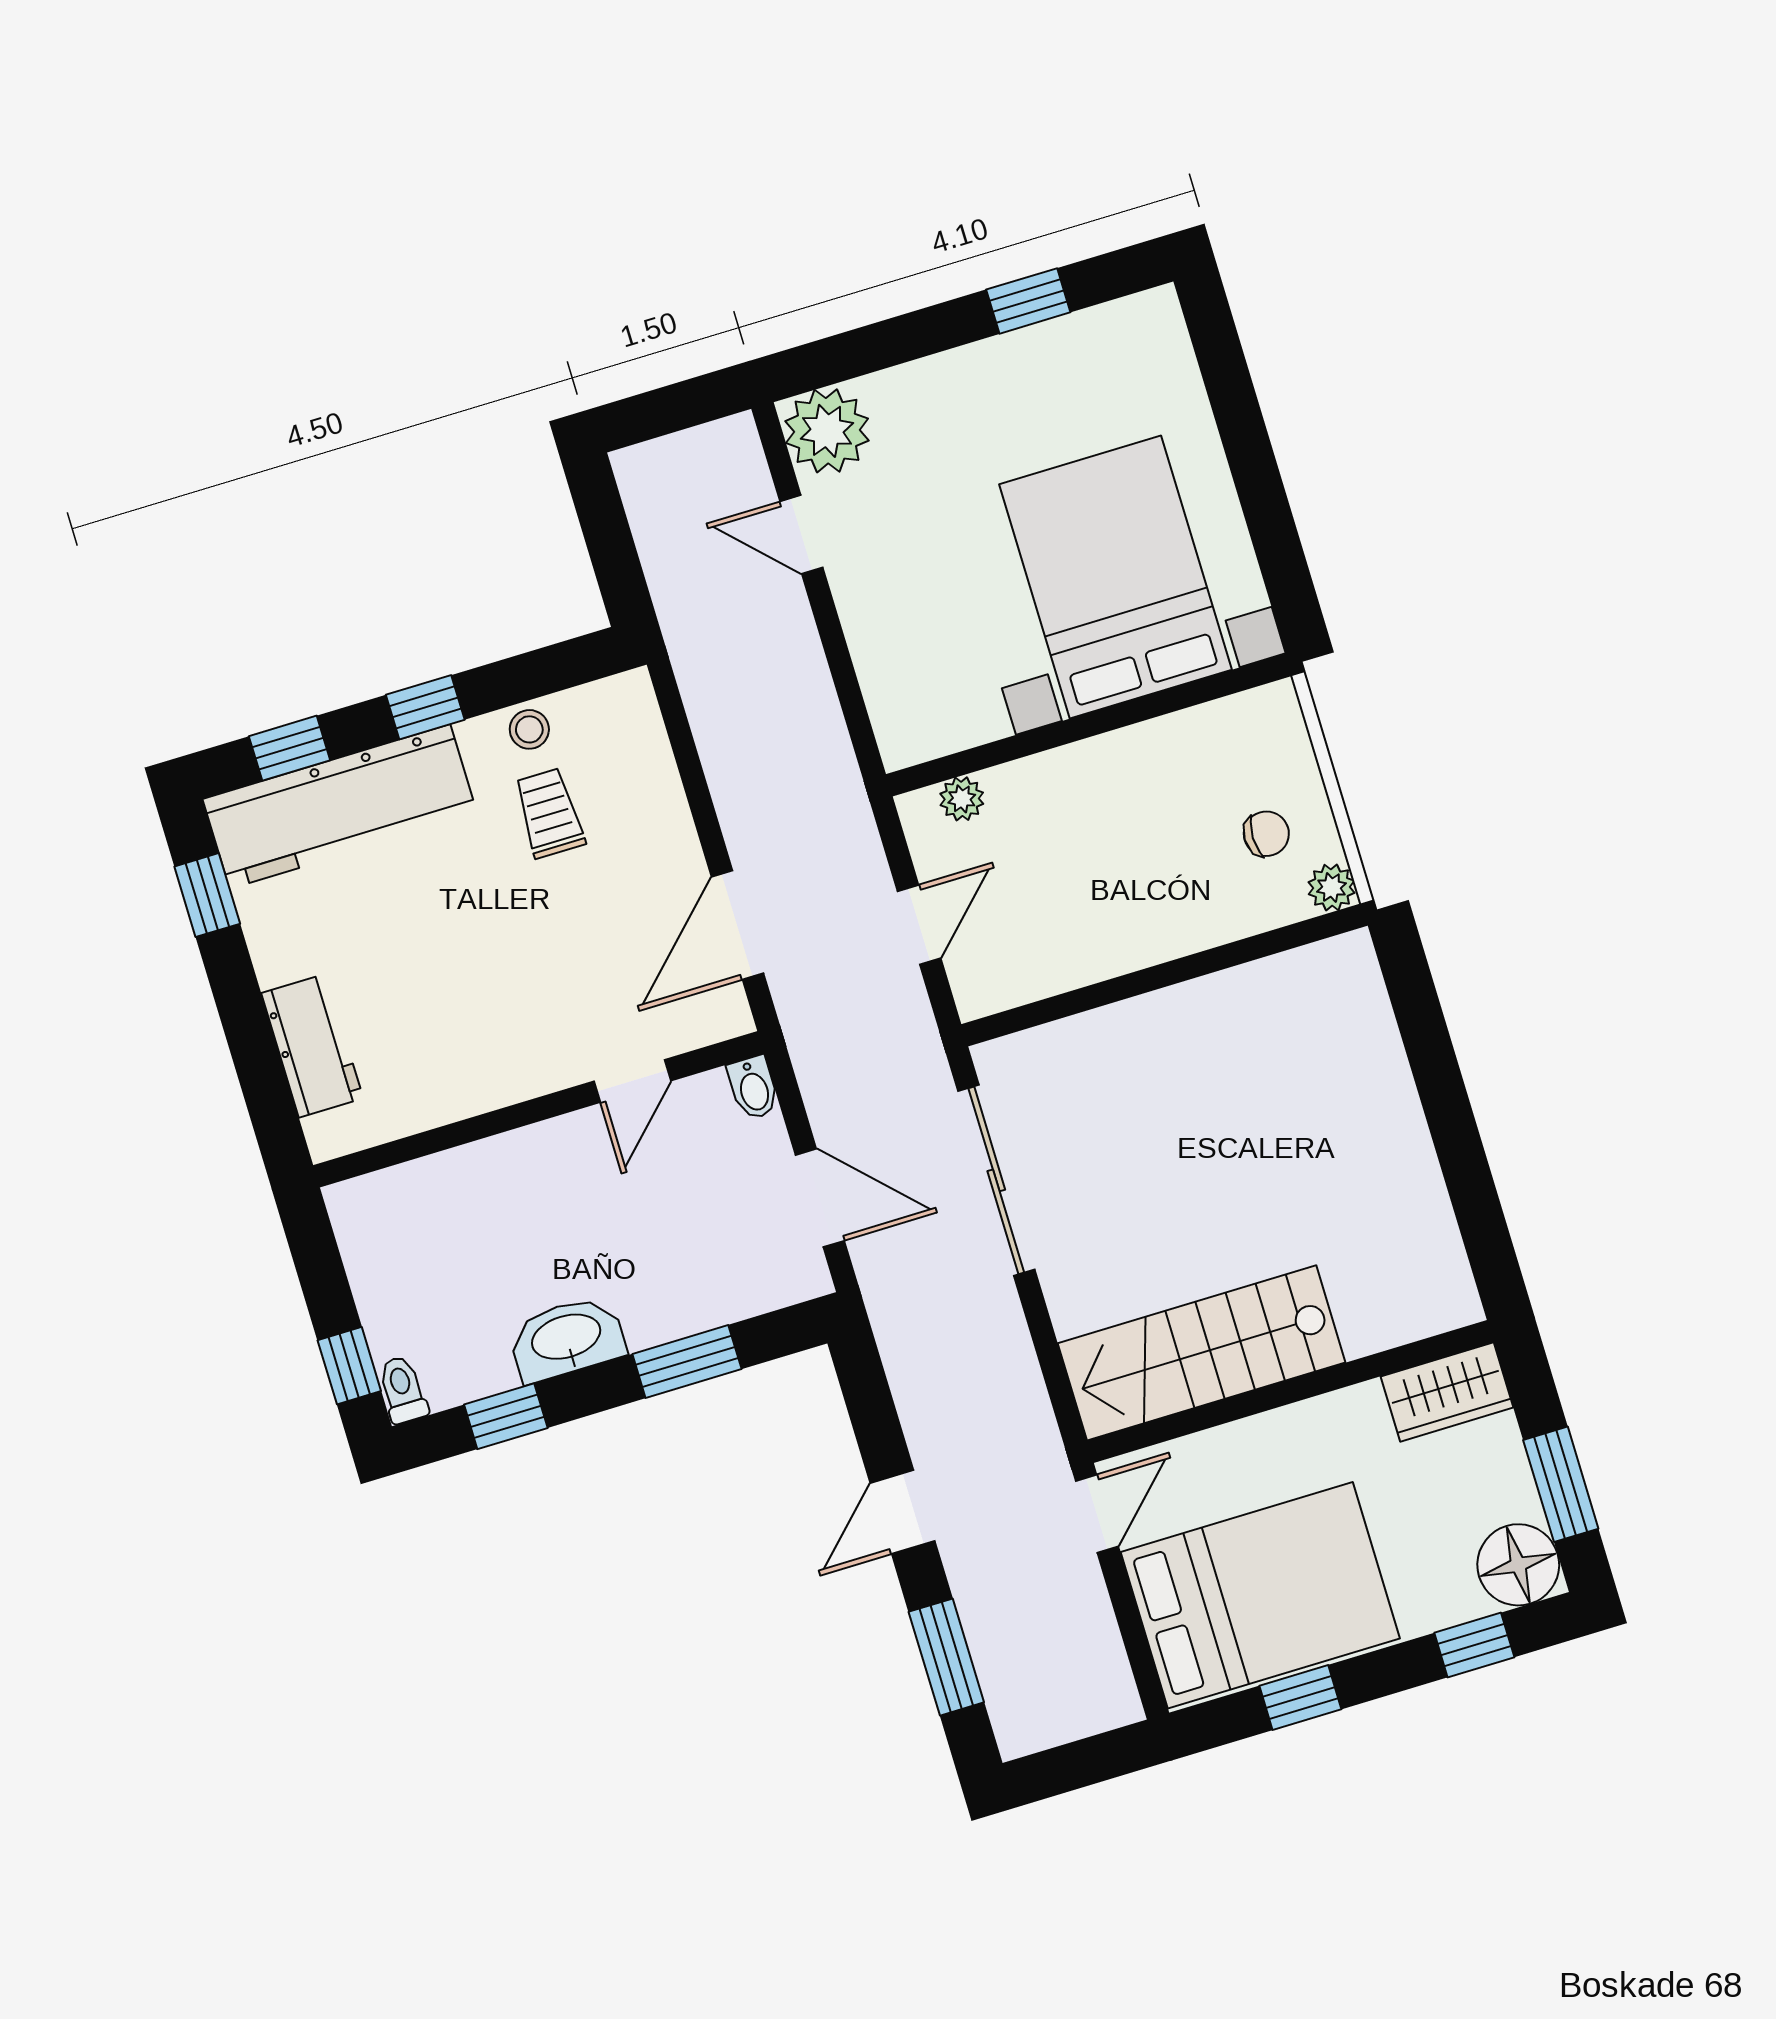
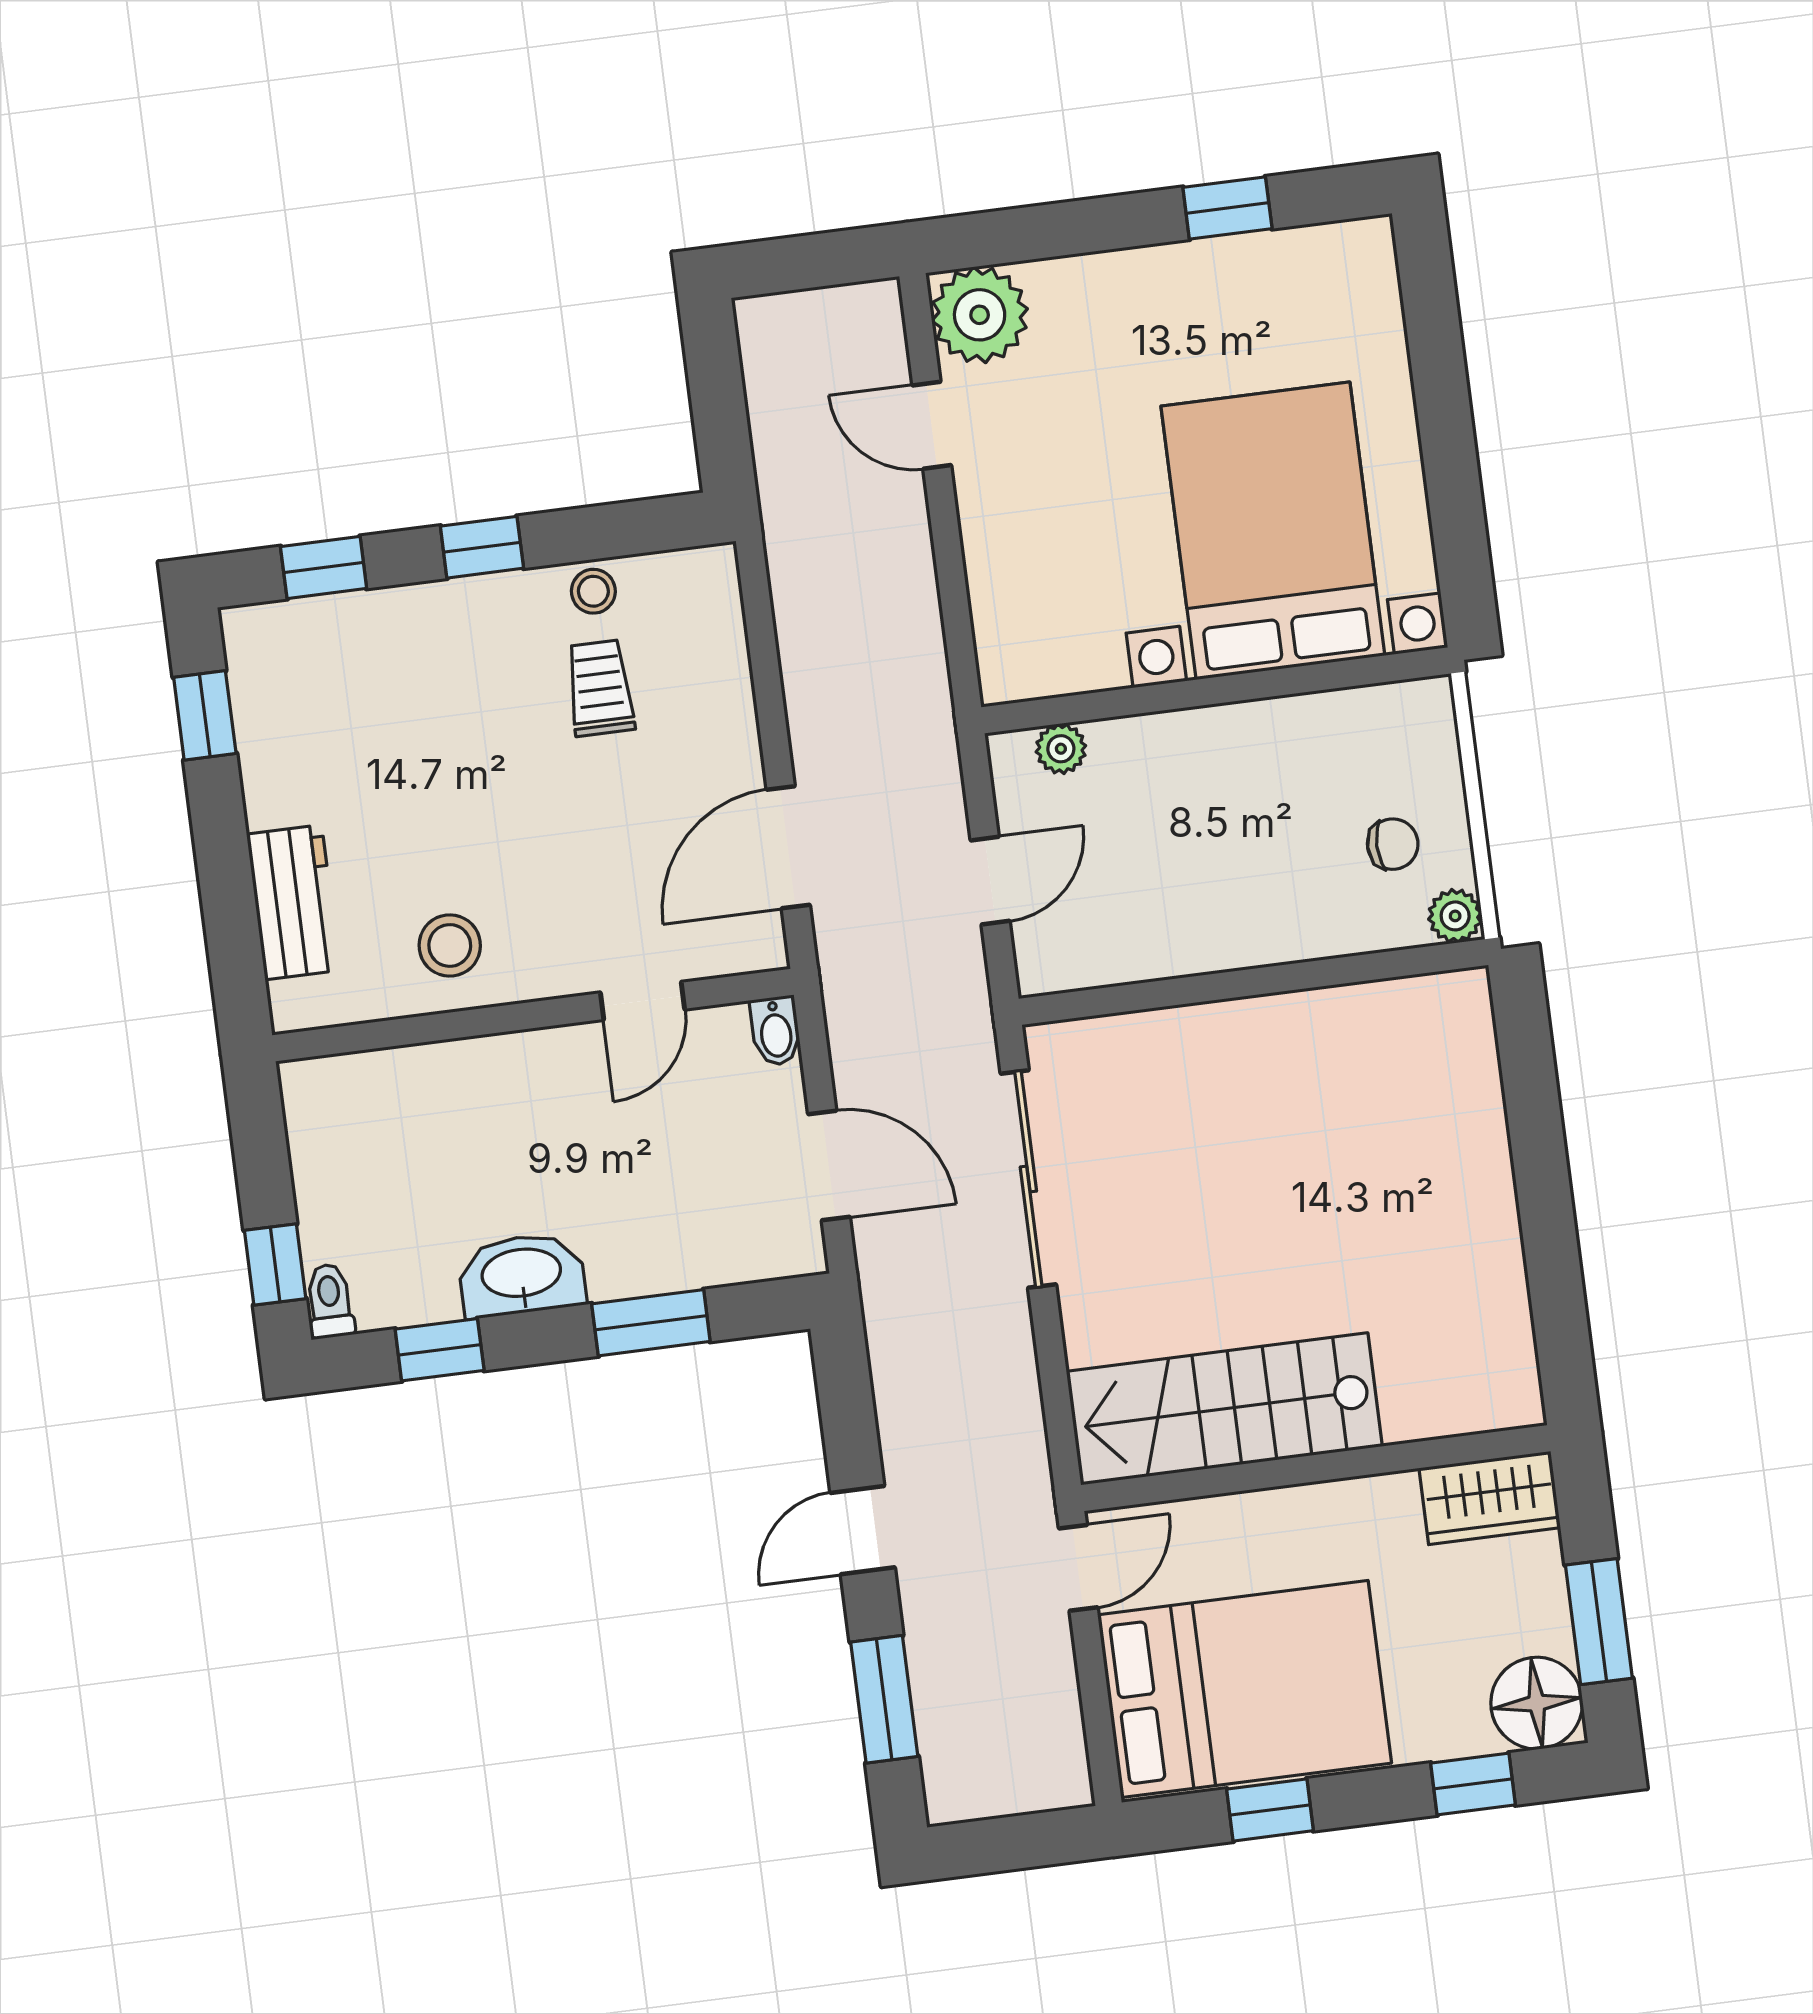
workbench: (340, 807) -> (369, 642), removed
stool: (455, 1061) -> (450, 945), added

